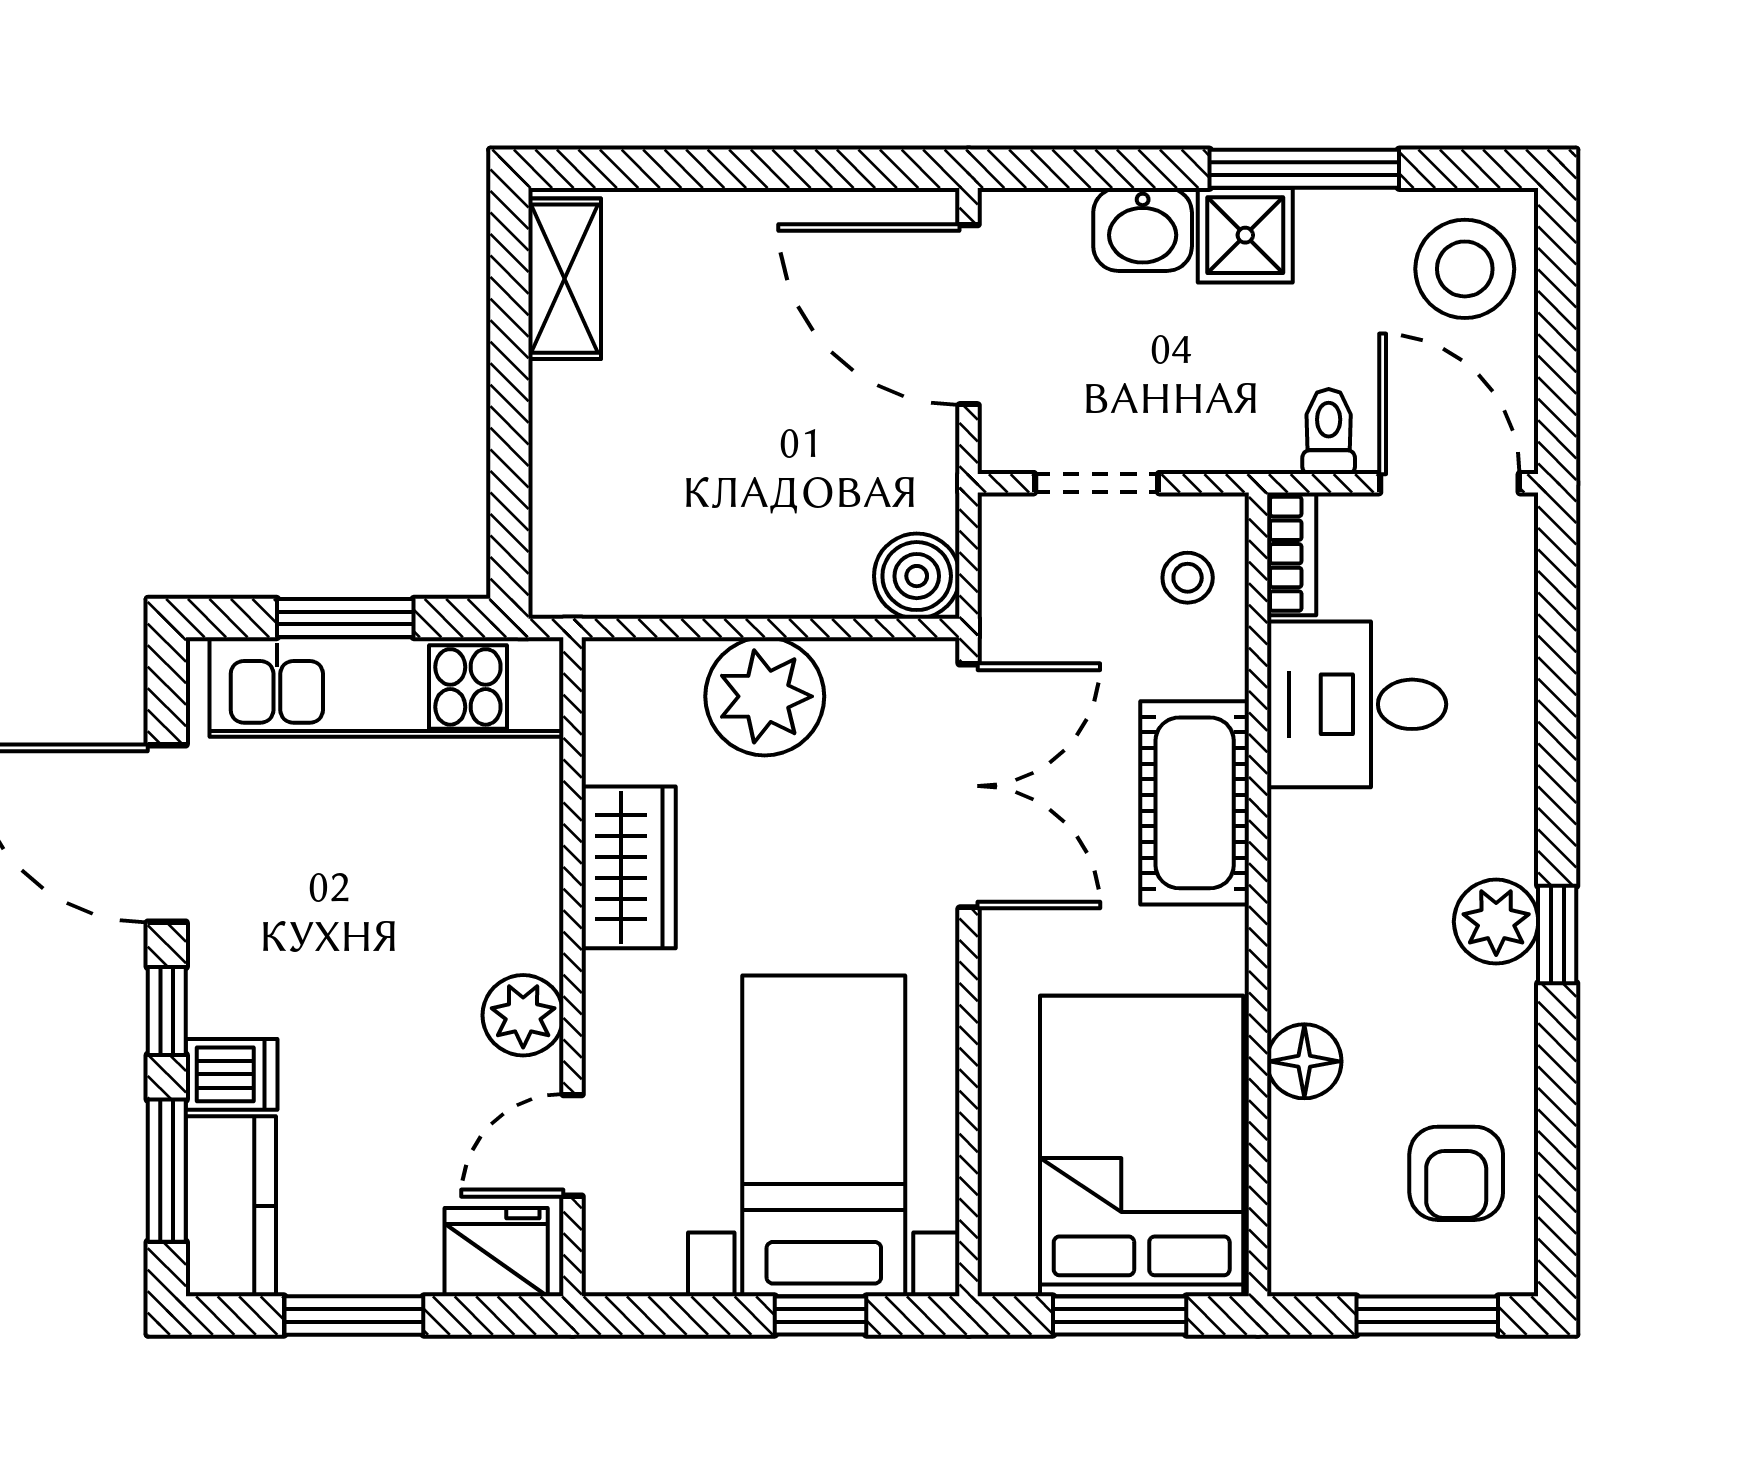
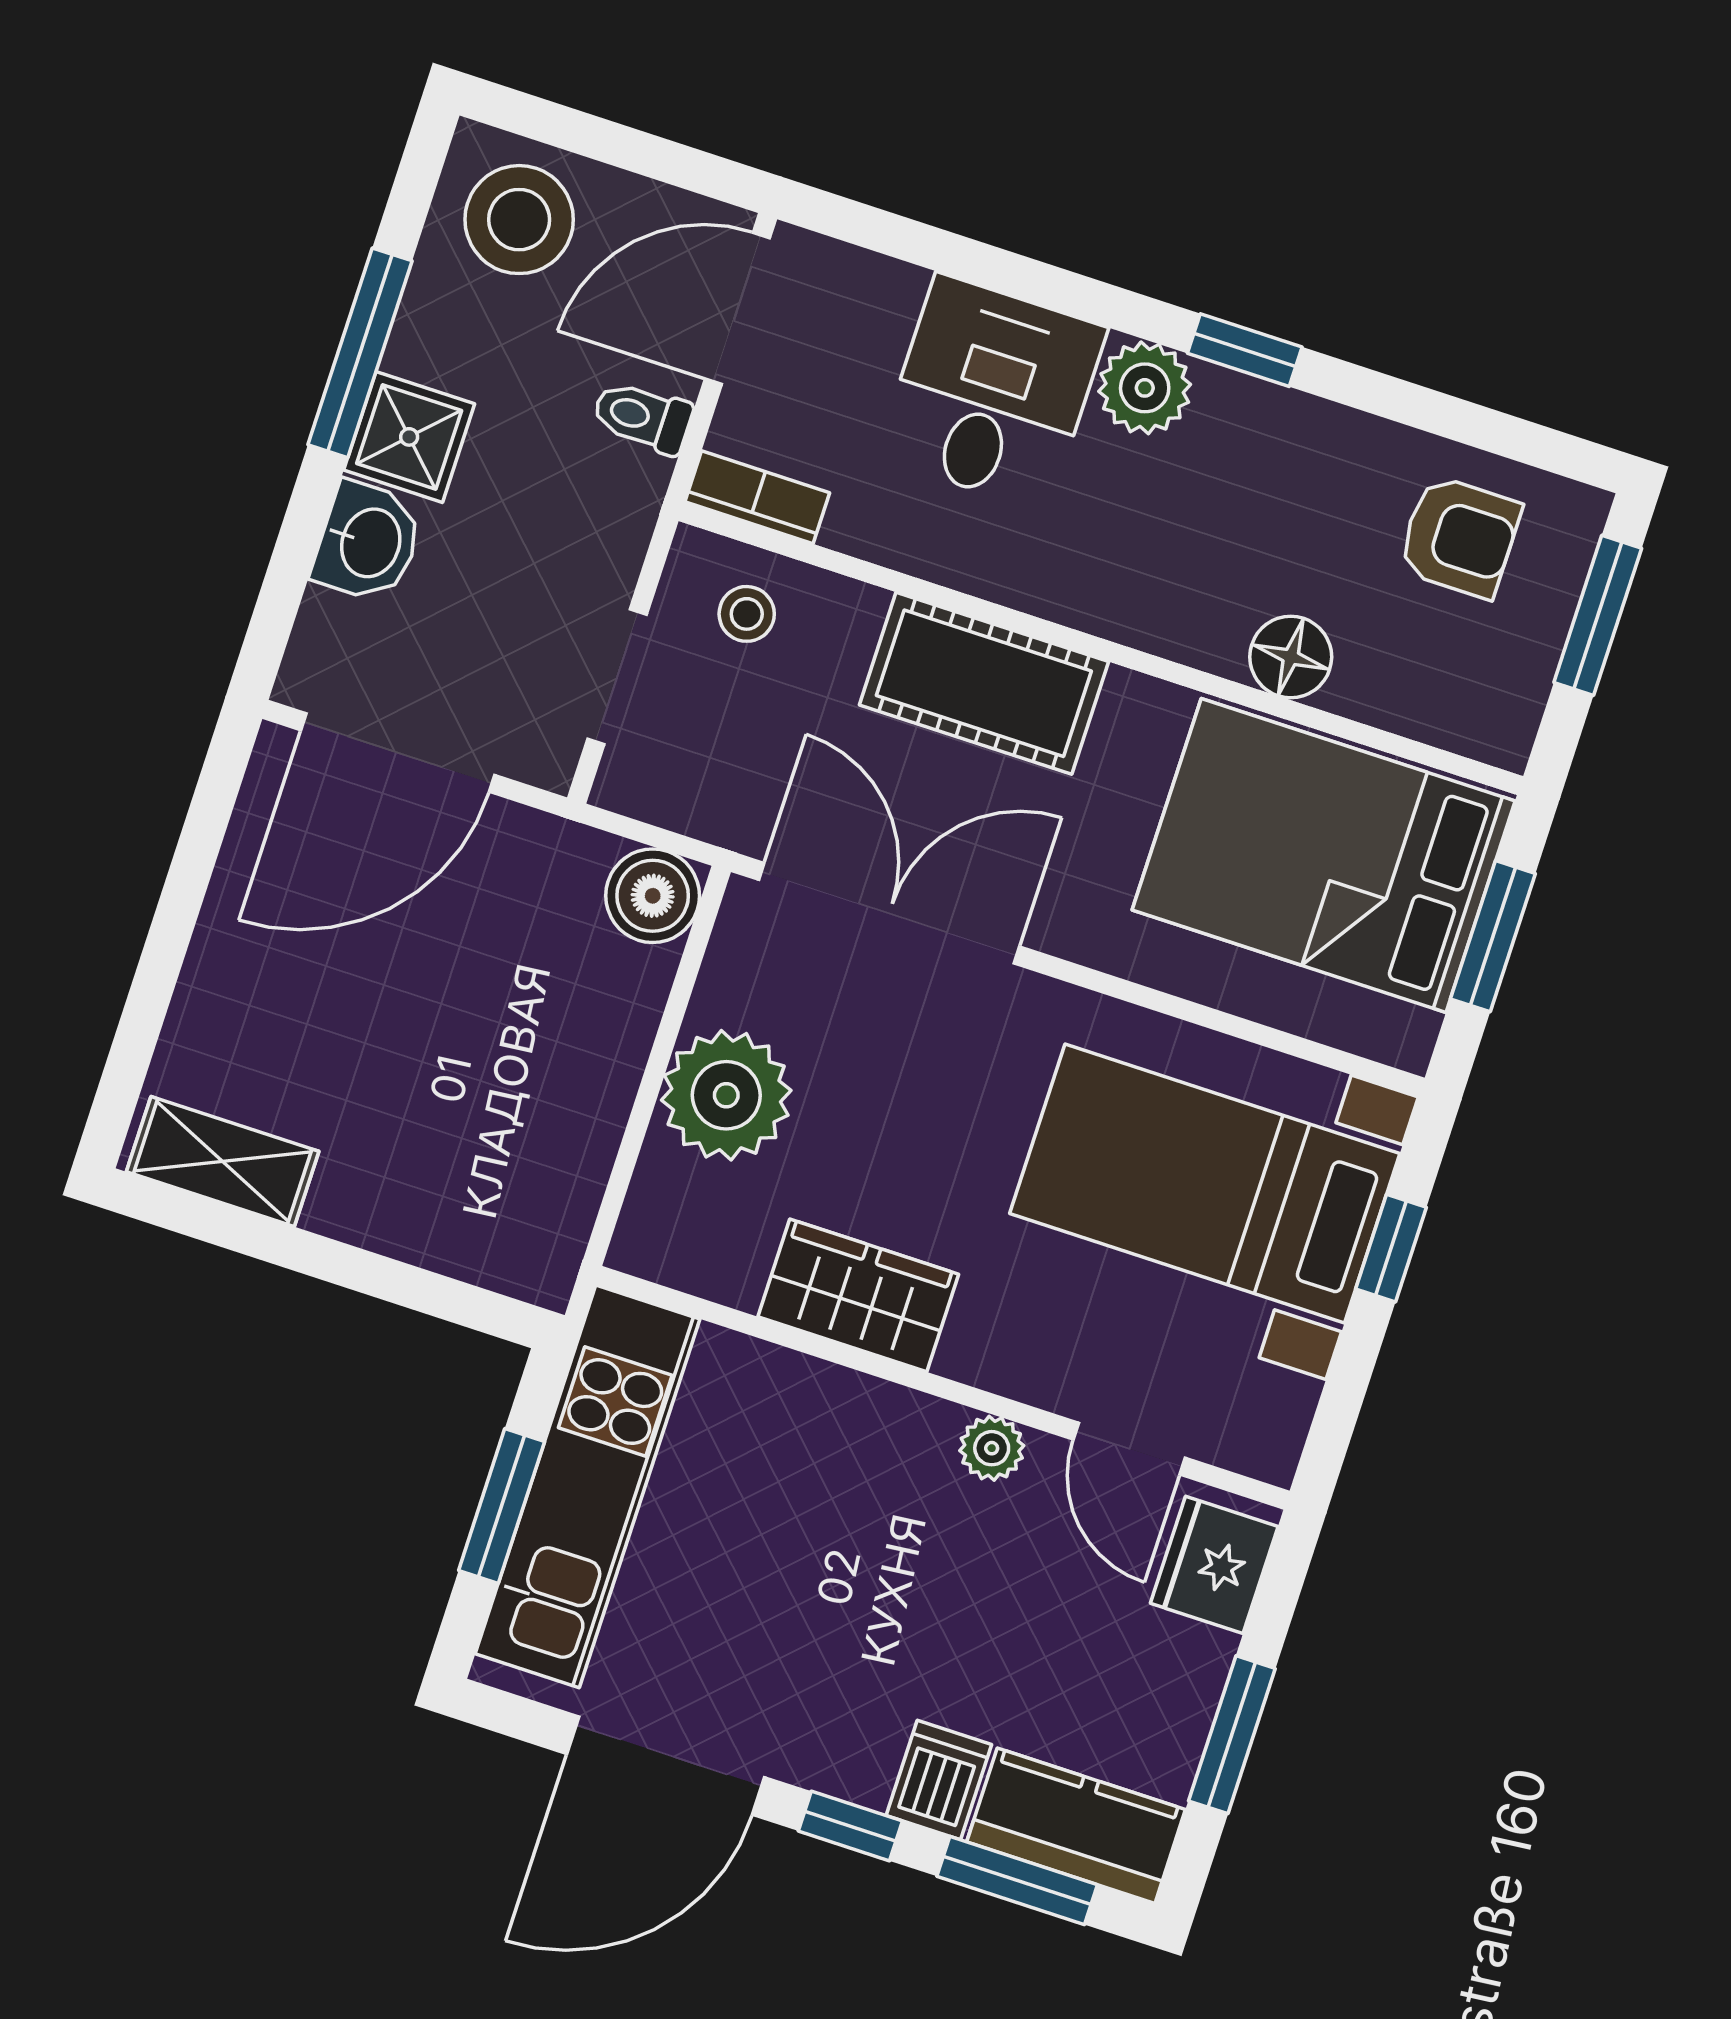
desk: (1357, 704) -> (992, 393), moved, turned 180
plant: (1496, 922) -> (1145, 388), moved
plant: (523, 1015) -> (992, 1448), width x0.73, depth x0.73

